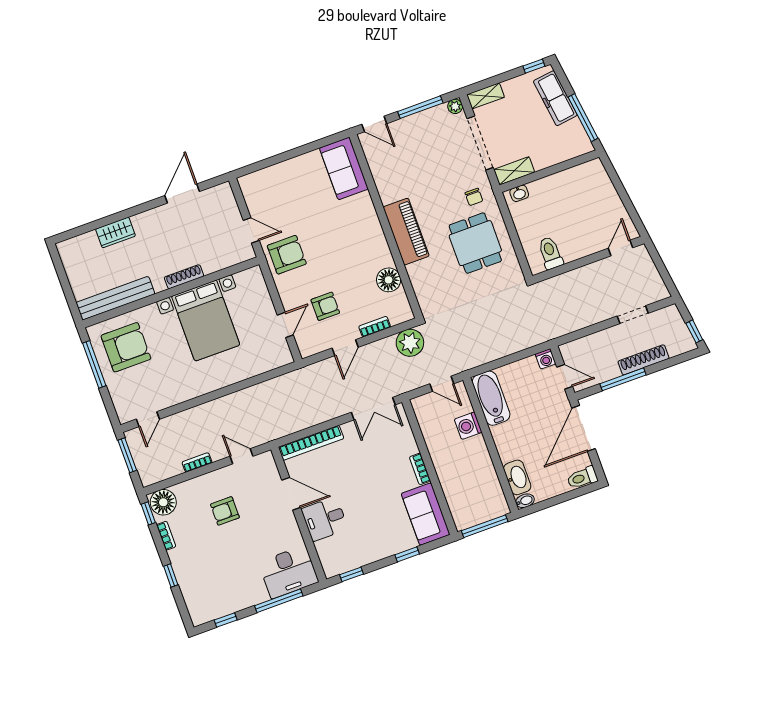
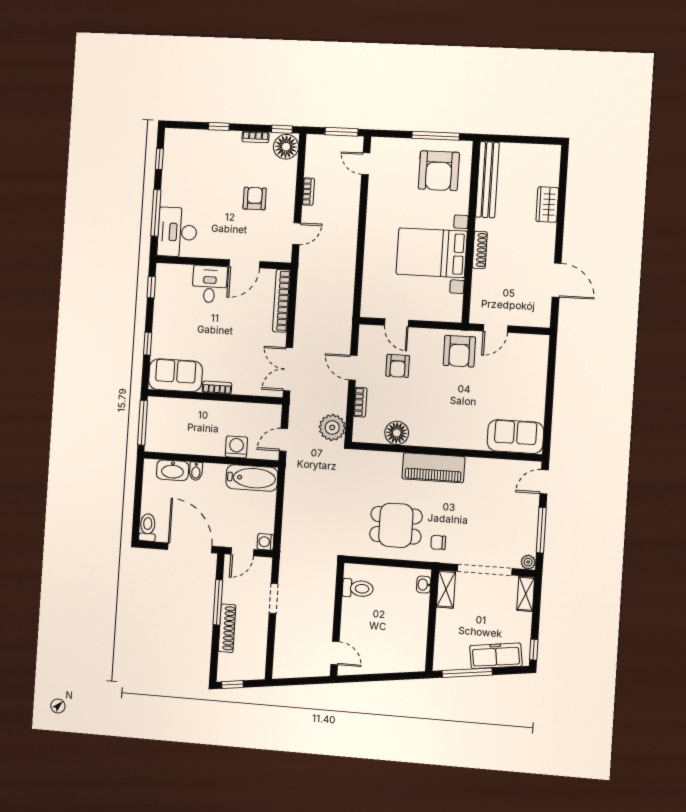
doorway: (633, 315) -> (273, 599), moved
bidet: (525, 501) -> (196, 471), moved

